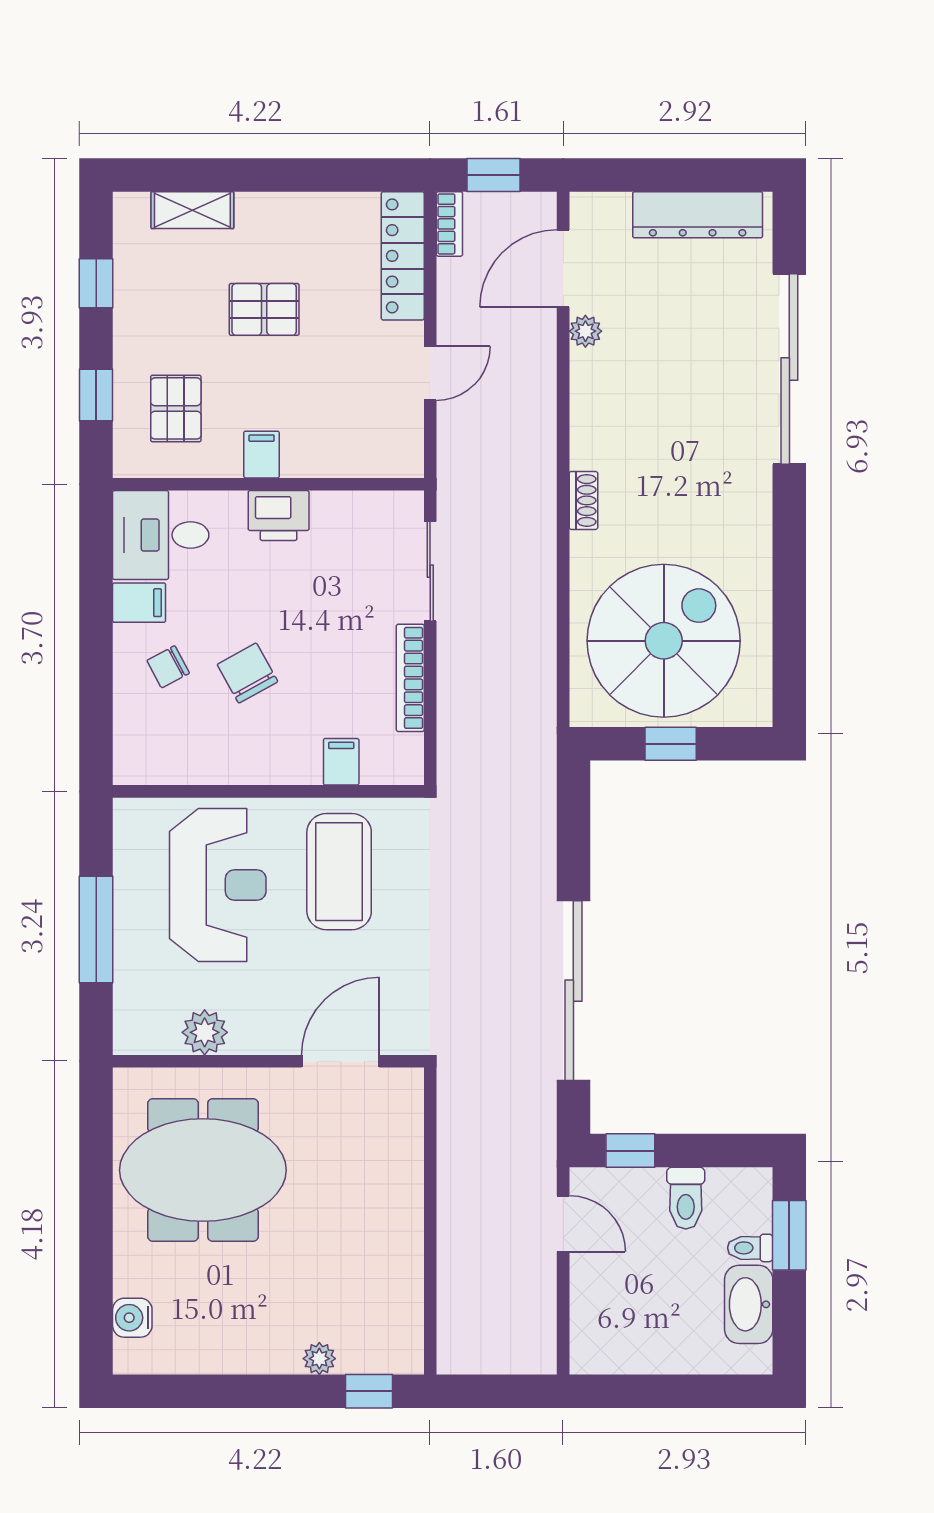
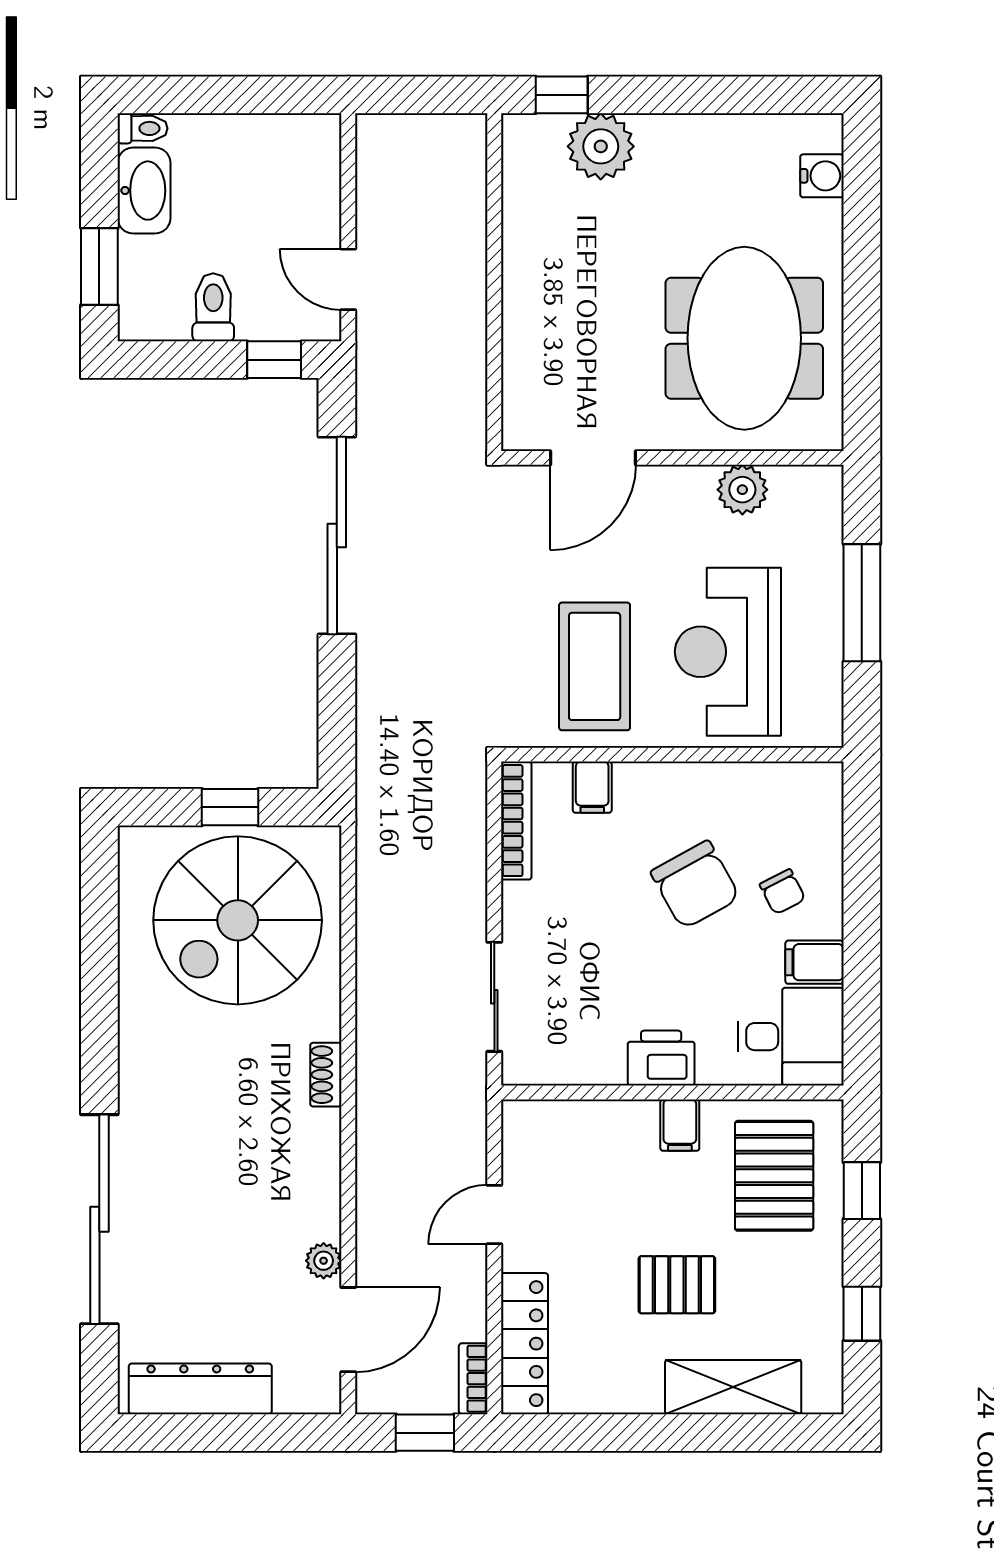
shelving: (192, 210) -> (733, 1387), width x1.50, depth x1.33
pallet: (176, 408) -> (774, 1176), width x1.50, depth x1.42
chair: (168, 667) -> (782, 892), turned 91
chair: (247, 673) -> (695, 885), width x1.37, depth x1.37
bookcase: (410, 678) -> (516, 821), moved
meeting table: (203, 1170) -> (744, 338), turned 90
toilet: (750, 1248) -> (142, 128), moved
plant: (319, 1359) -> (601, 146), width x1.87, depth x1.87

